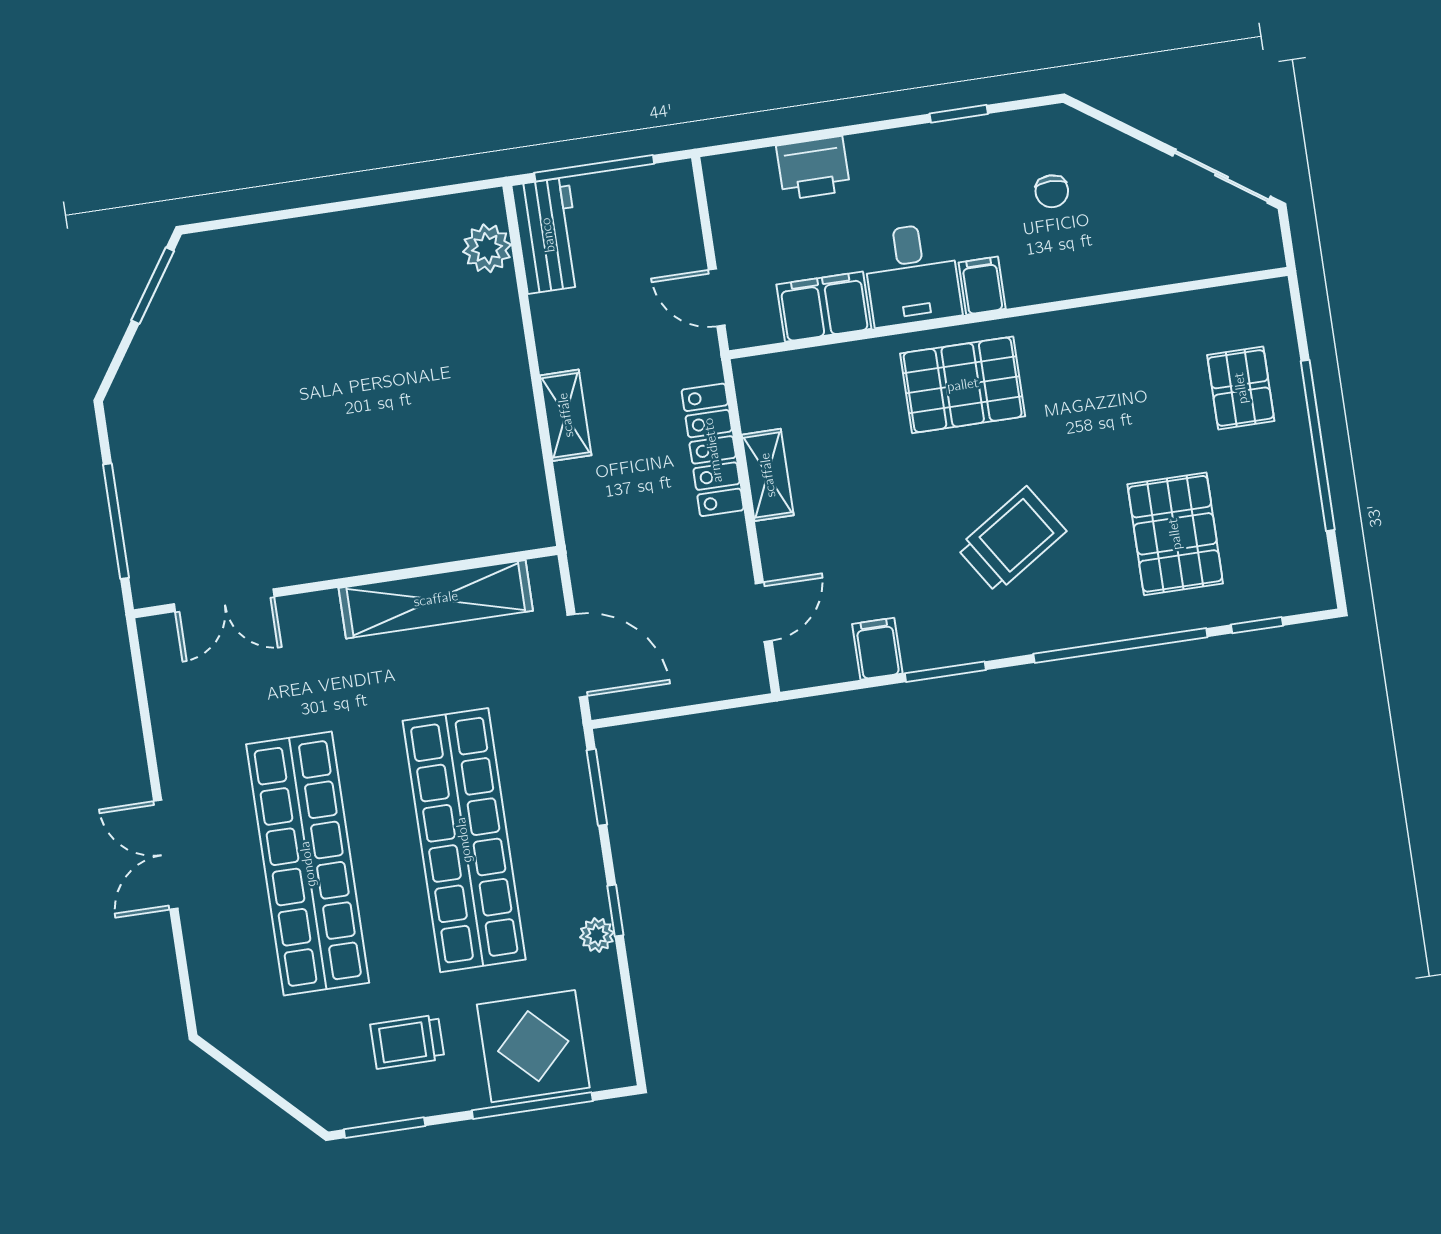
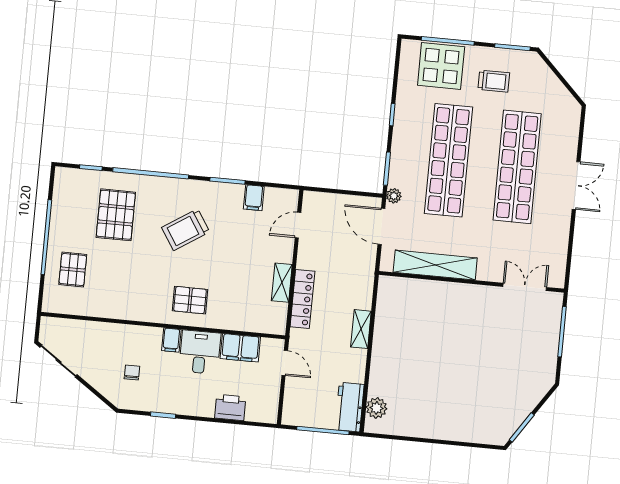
pallet: (963, 385) -> (190, 300), width x0.67, depth x0.71
plant: (597, 935) -> (394, 196), moved

